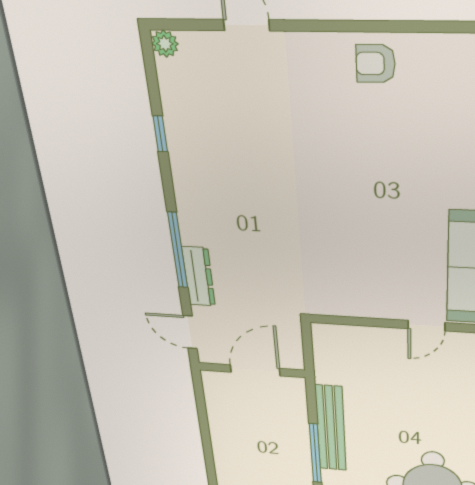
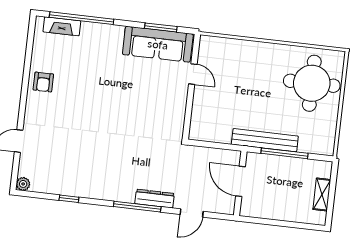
wall: (252, 370) -> (240, 183), moved
door: (255, 370) -> (241, 181), moved

